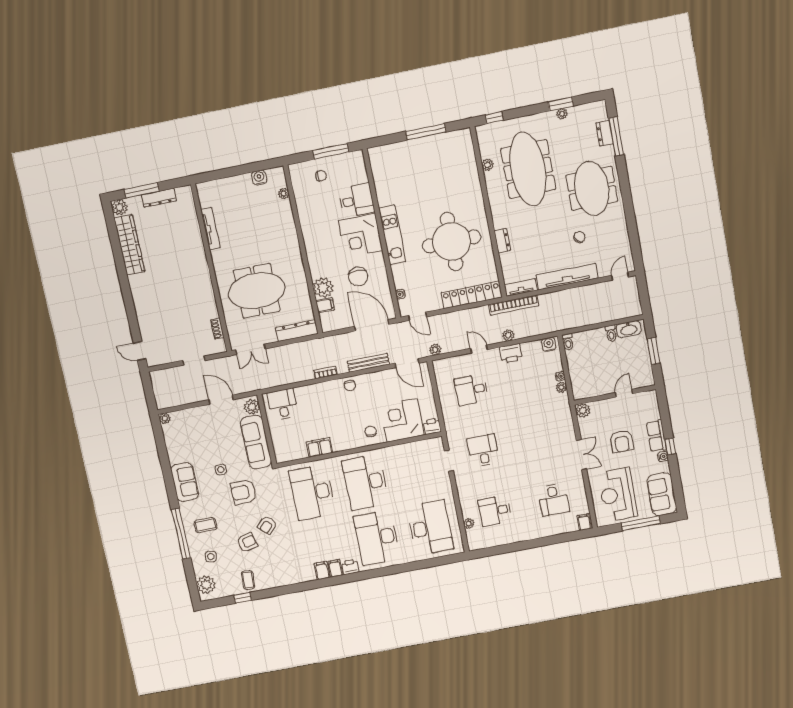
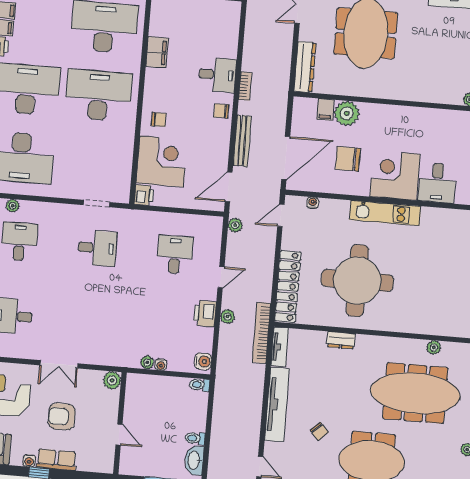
desk: (283, 404) -> (217, 75), moved

